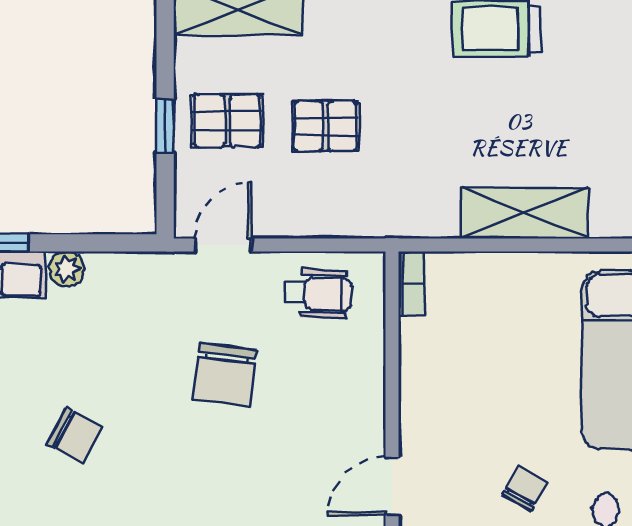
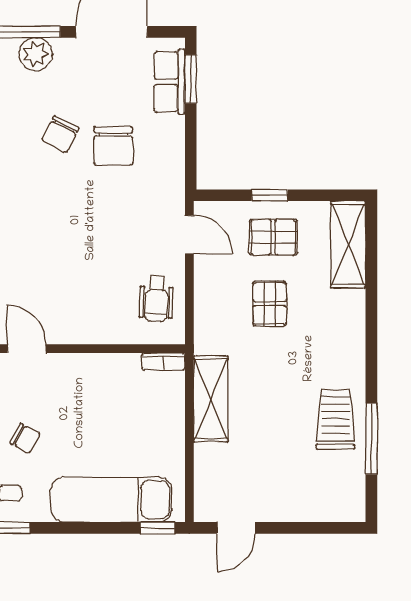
pallet: (227, 121) -> (273, 237), turned 90
shelving: (525, 213) -> (211, 399), moved
plant: (67, 269) -> (173, 129), removed
chair: (225, 375) -> (113, 146), moved, turned -97

